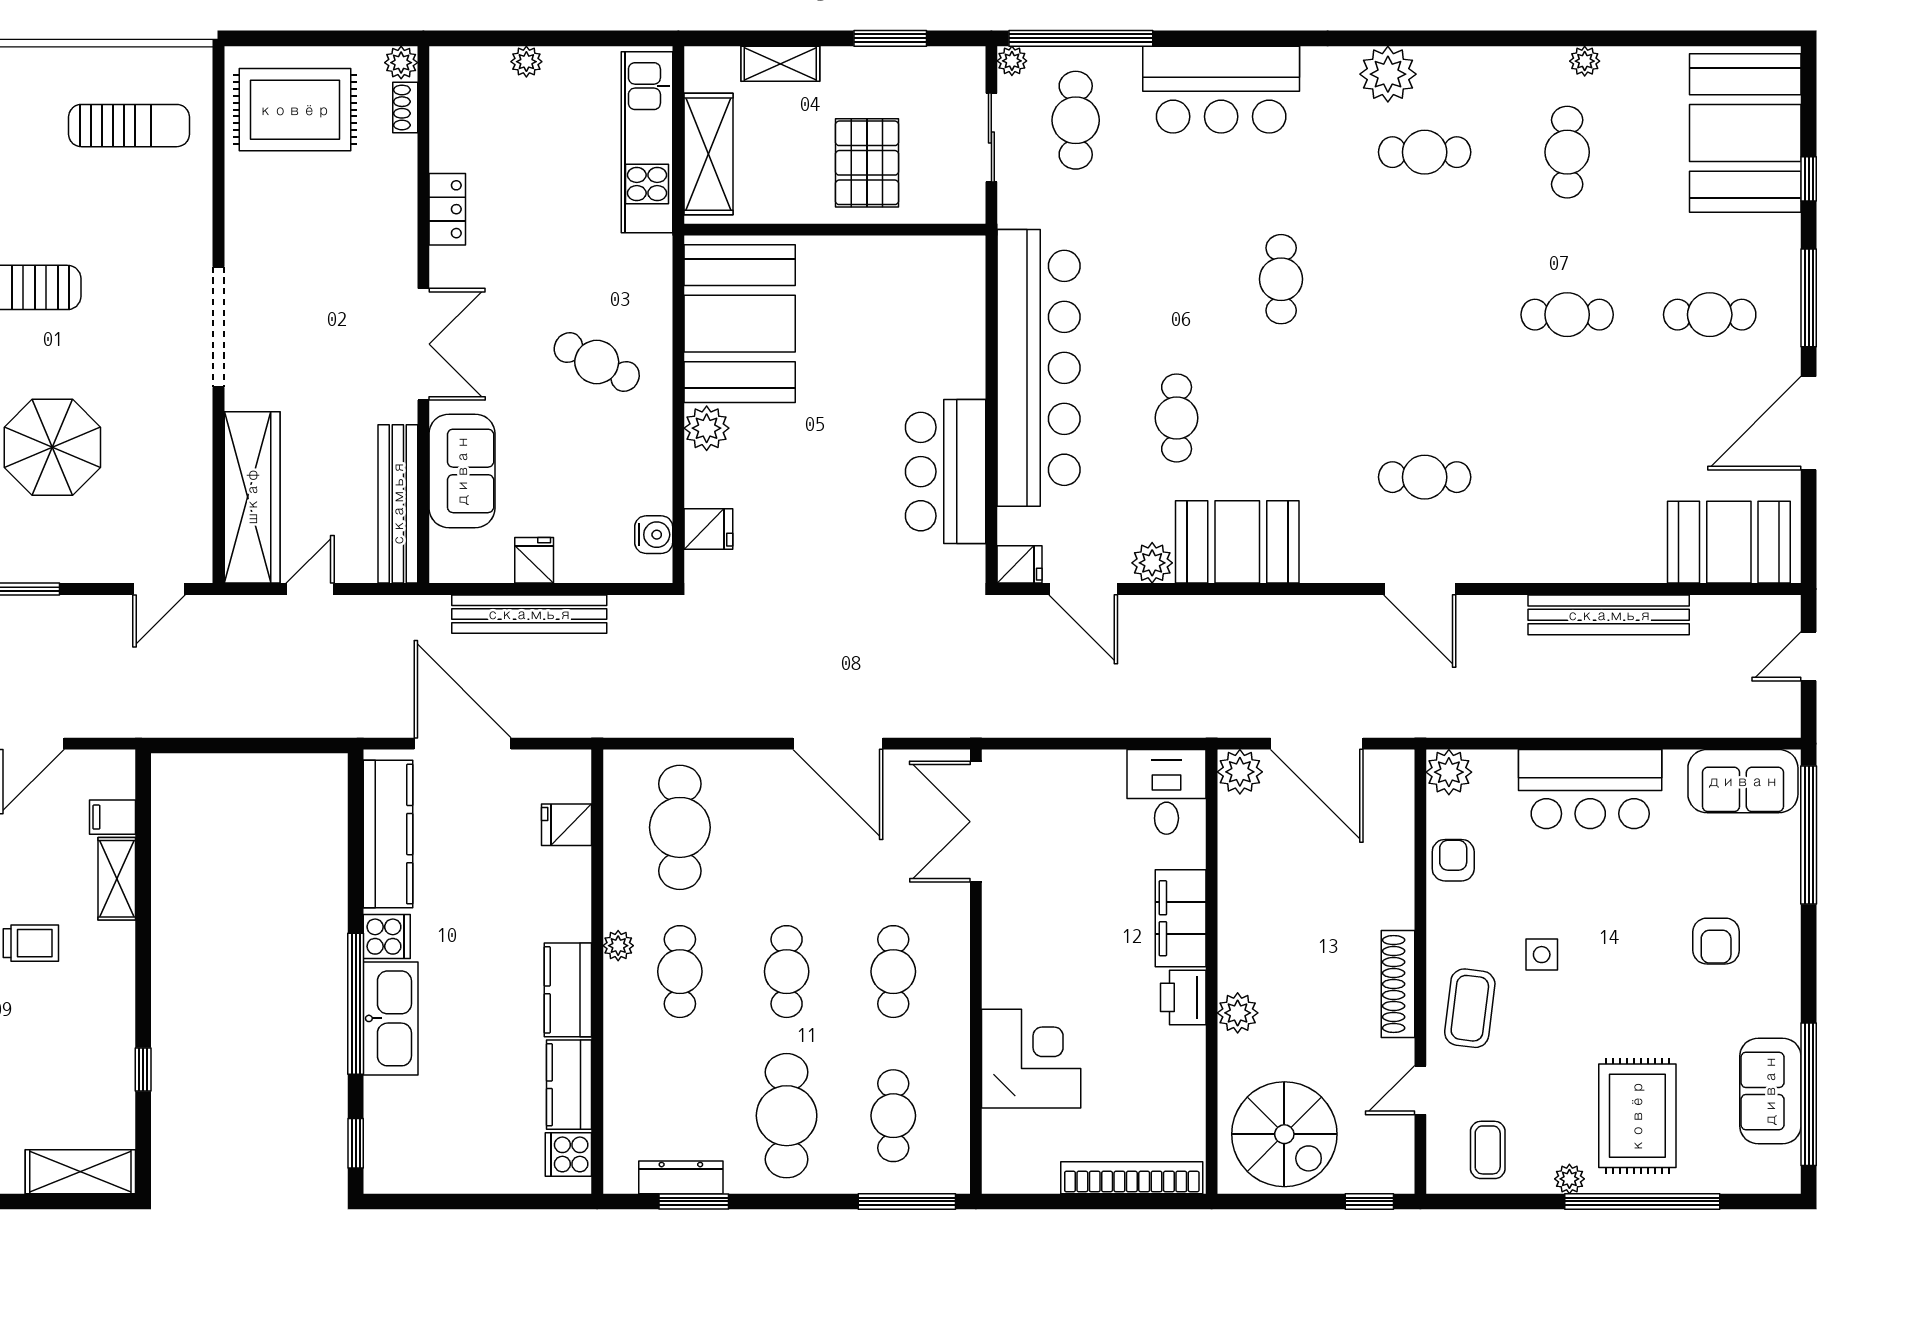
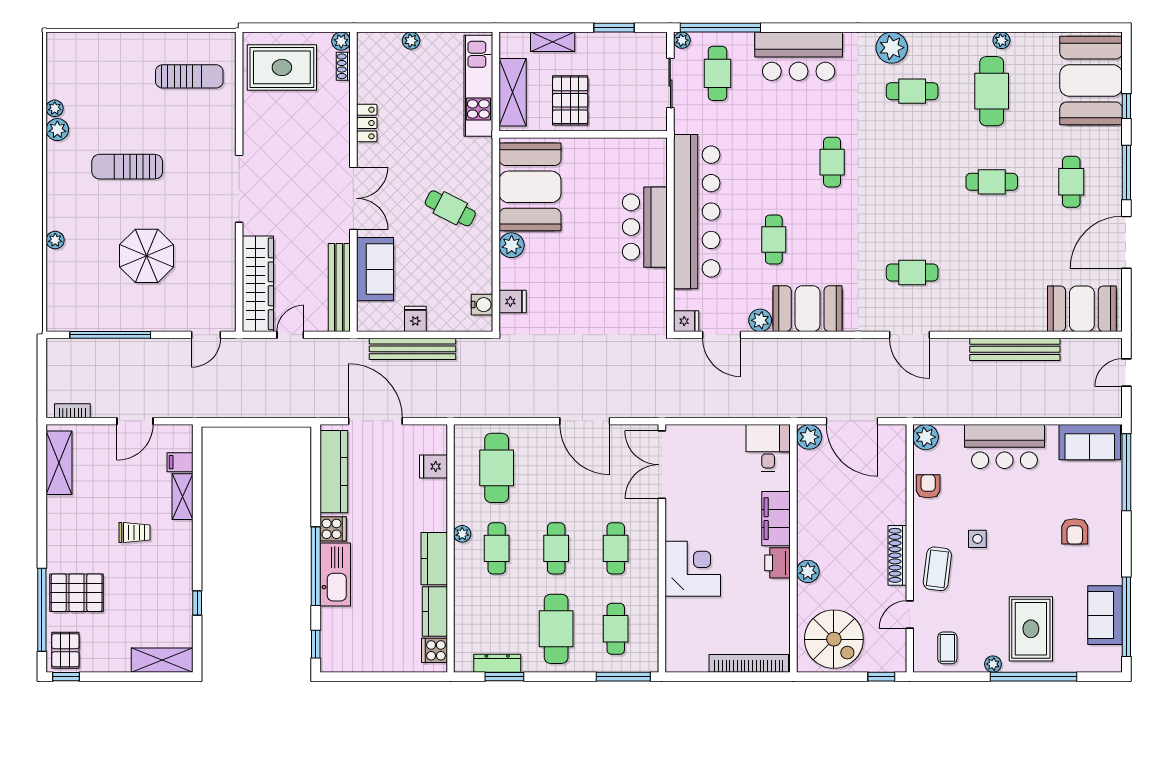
cafe table: (1567, 152) -> (992, 91), width x1.37, depth x1.35
pallet: (867, 163) -> (570, 100), moved
cafe table: (1710, 315) -> (1071, 182), turned 90
bar counter: (946, 472) -> (645, 227), moved
corner desk: (1031, 1059) -> (693, 569), moved

